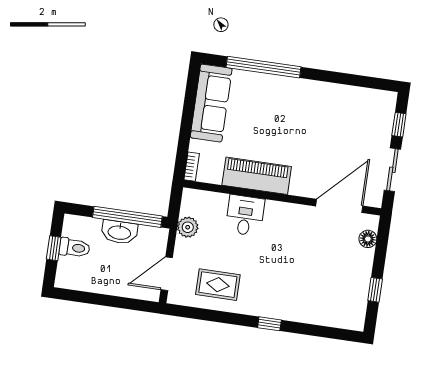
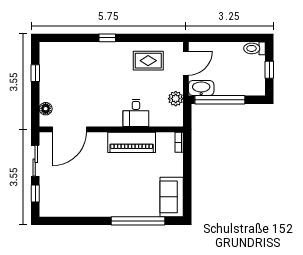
sofa: (211, 103) -> (172, 197), width x0.73
washbasin: (119, 232) -> (201, 88), moved
toilet: (74, 248) -> (255, 48), moved

